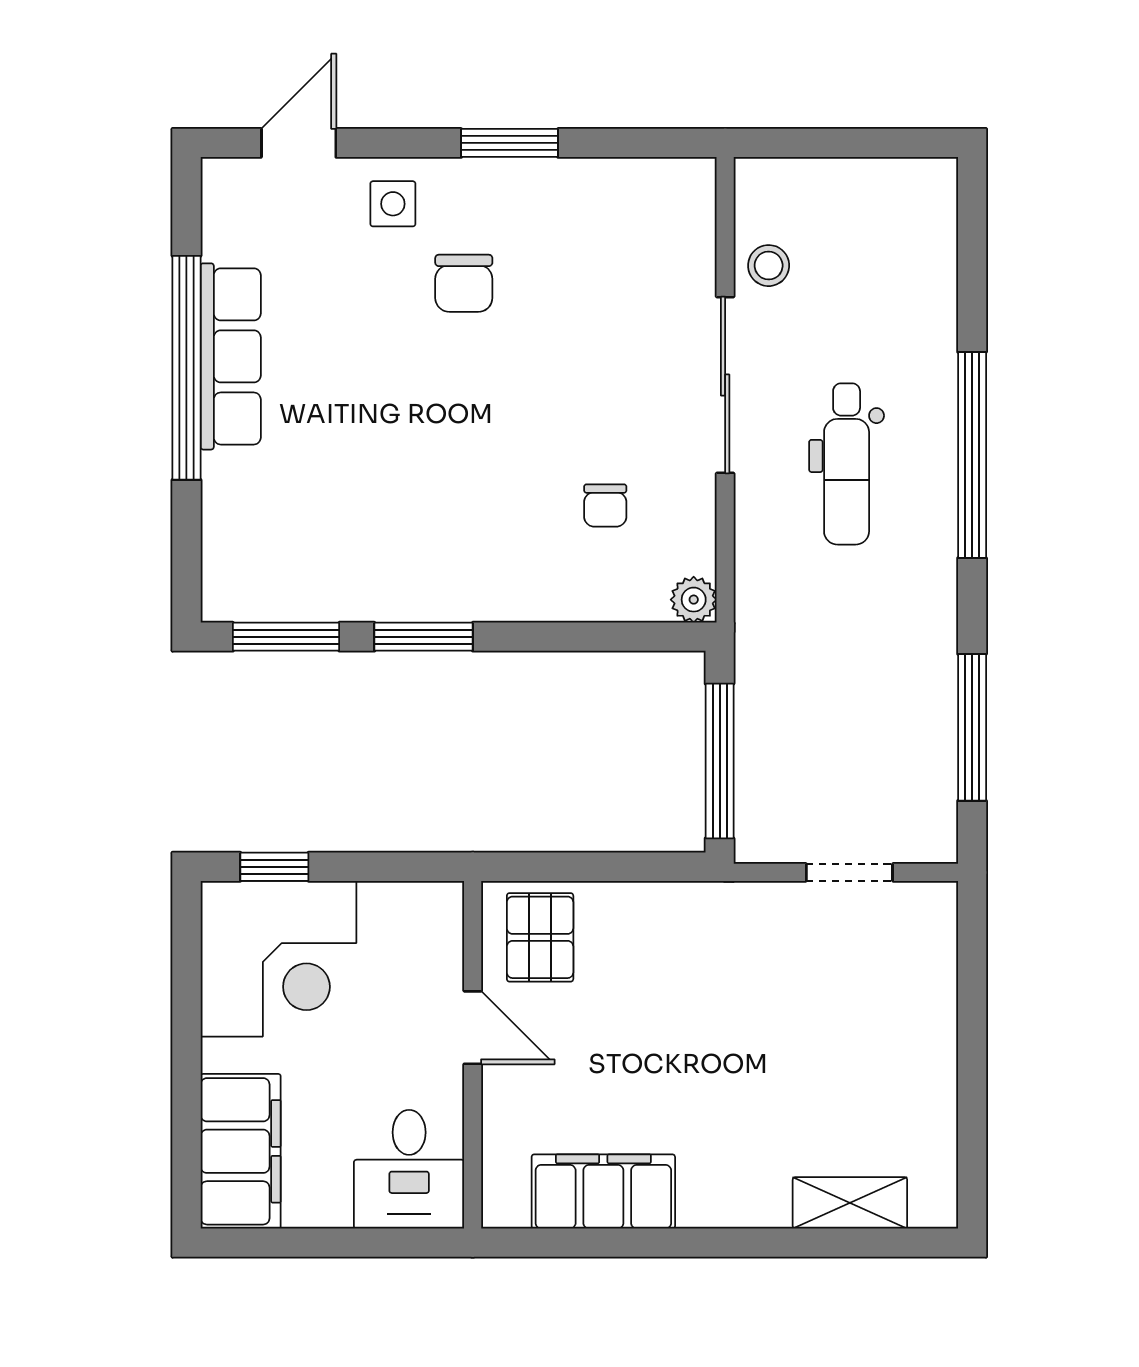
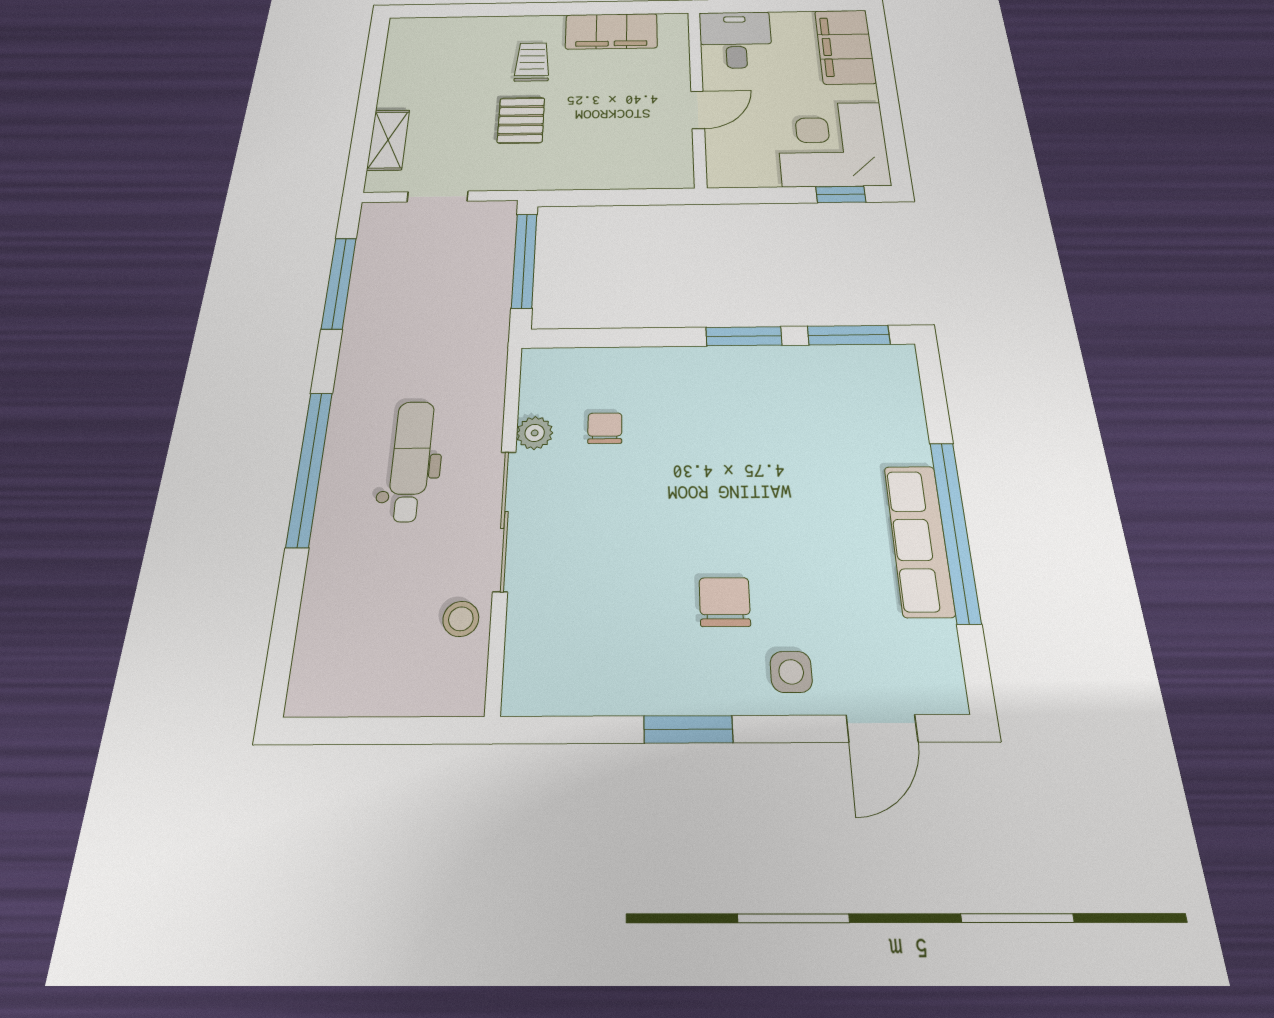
plant: (694, 600) -> (535, 433), moved
pallet: (540, 937) -> (521, 120), moved
door: (473, 1028) -> (698, 110), swing flipped
trolley: (725, 1129) -> (532, 62), added
shelving: (850, 1203) -> (388, 140), moved, turned 90

